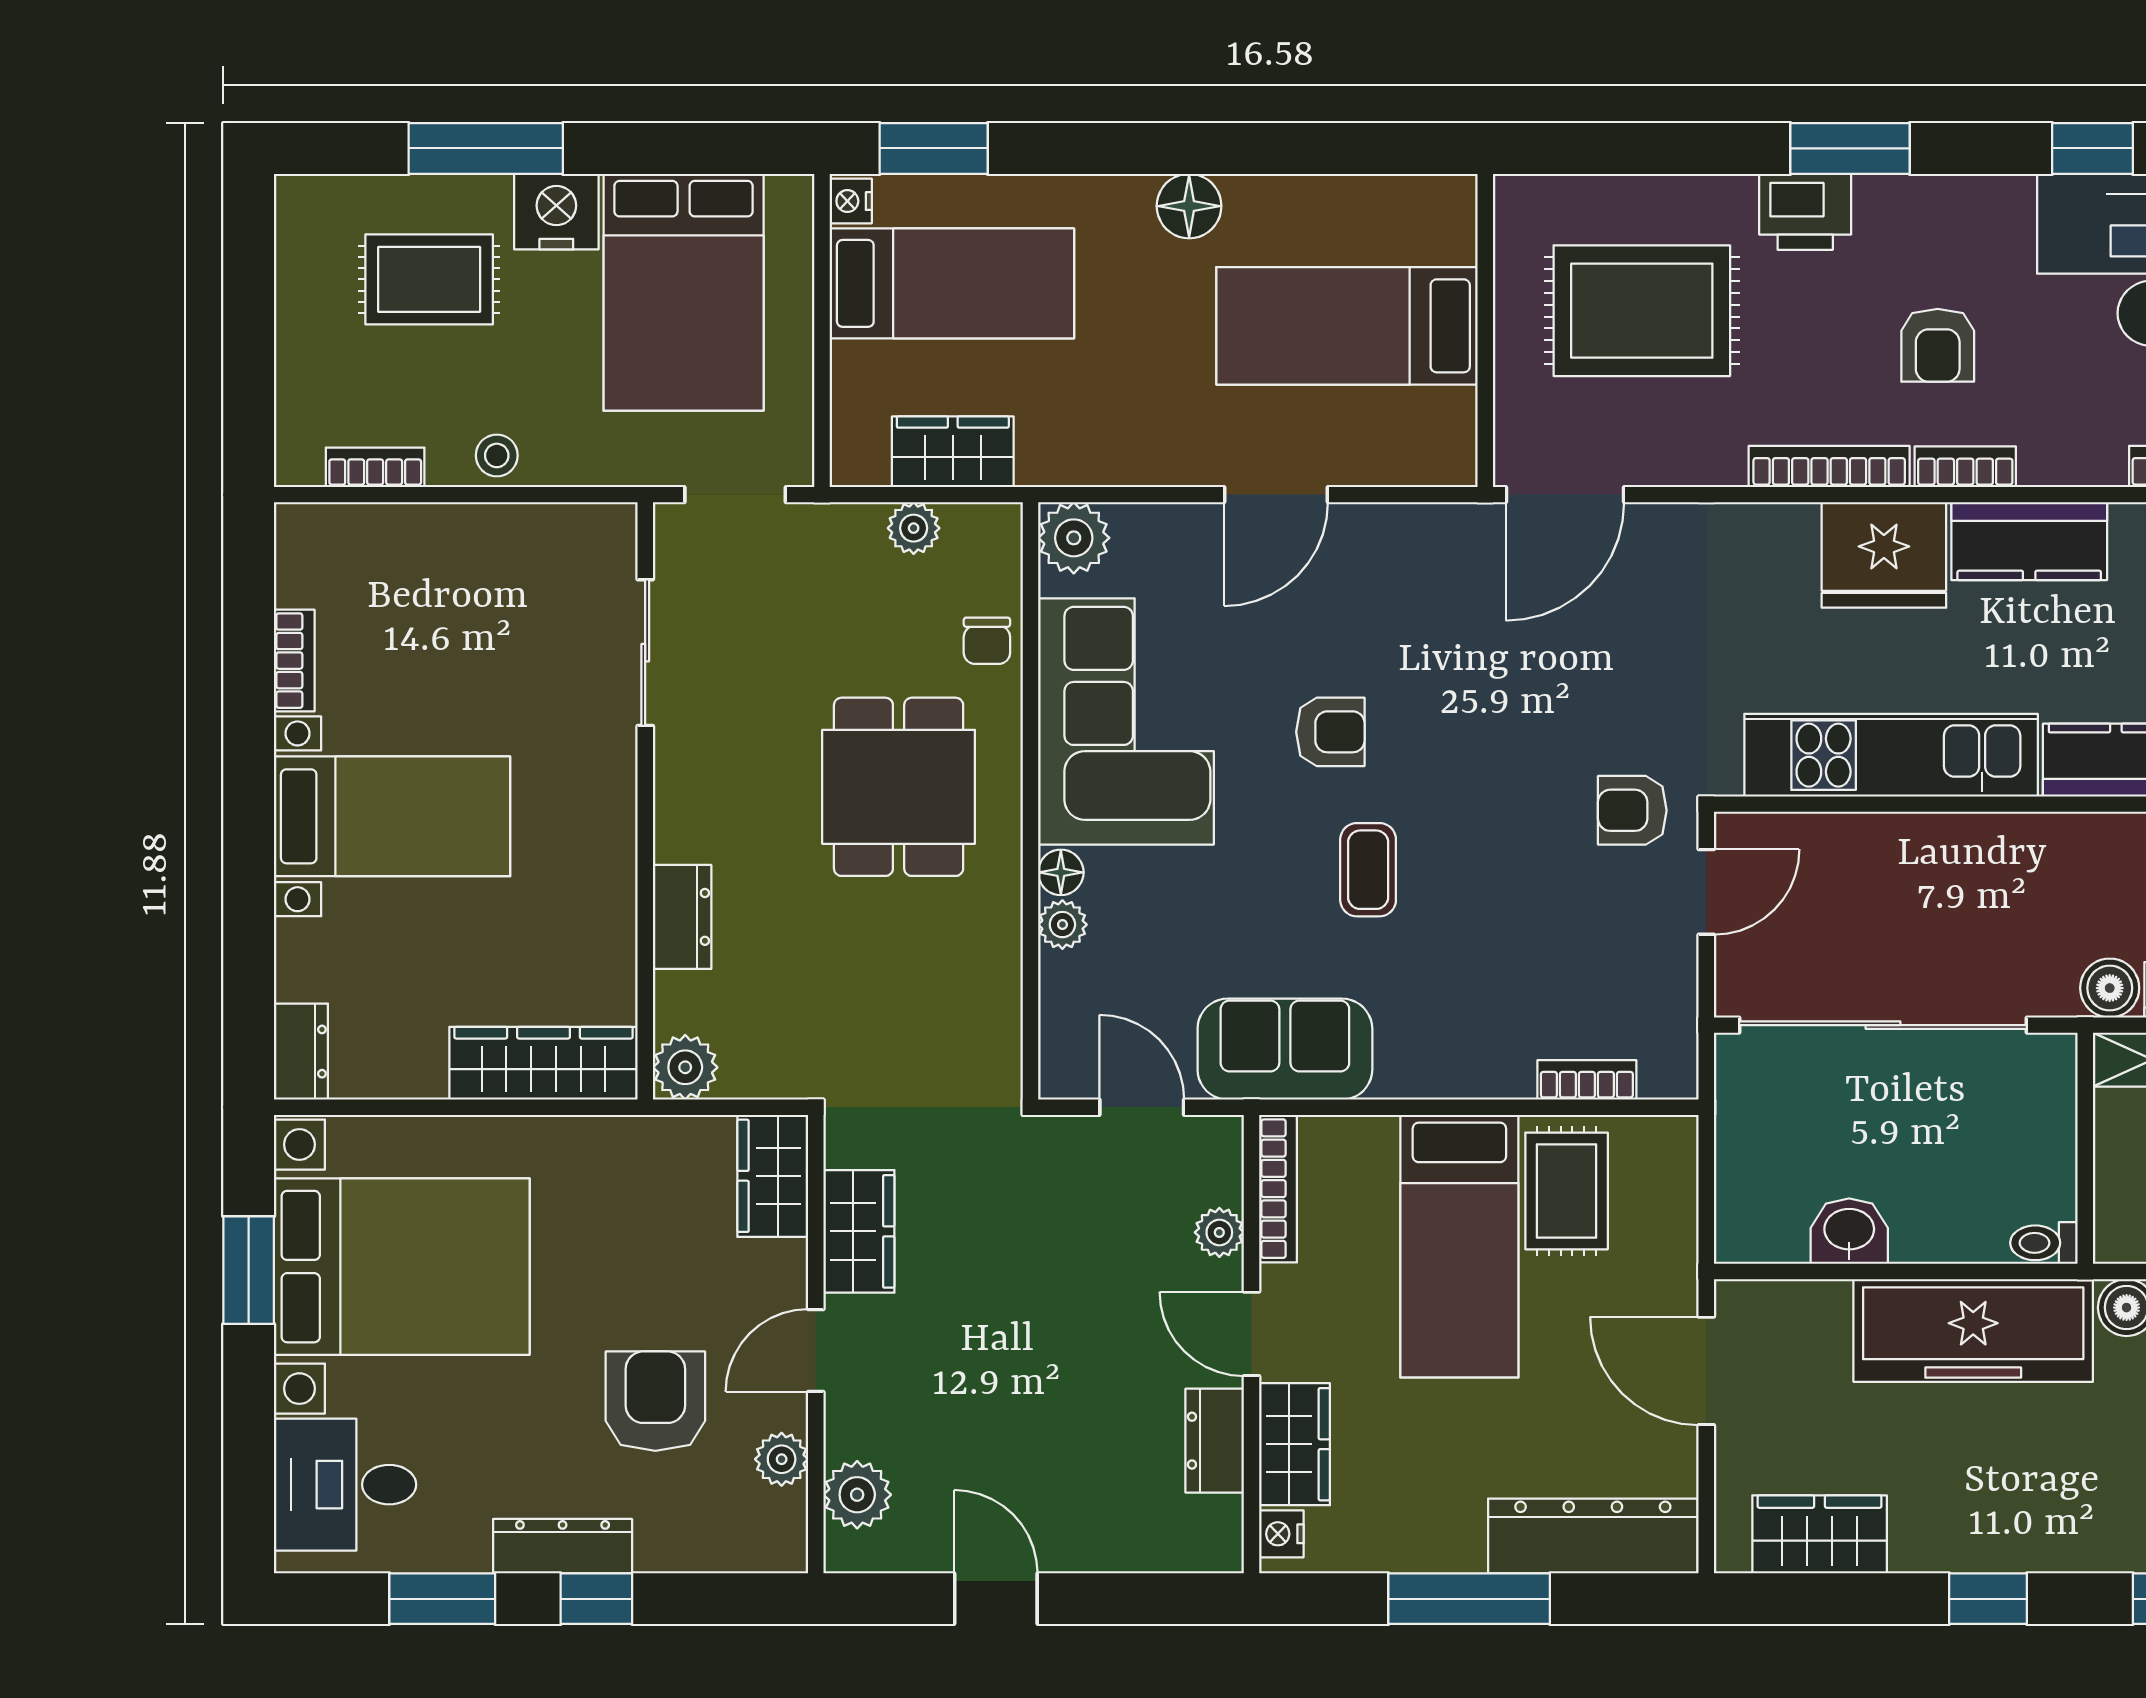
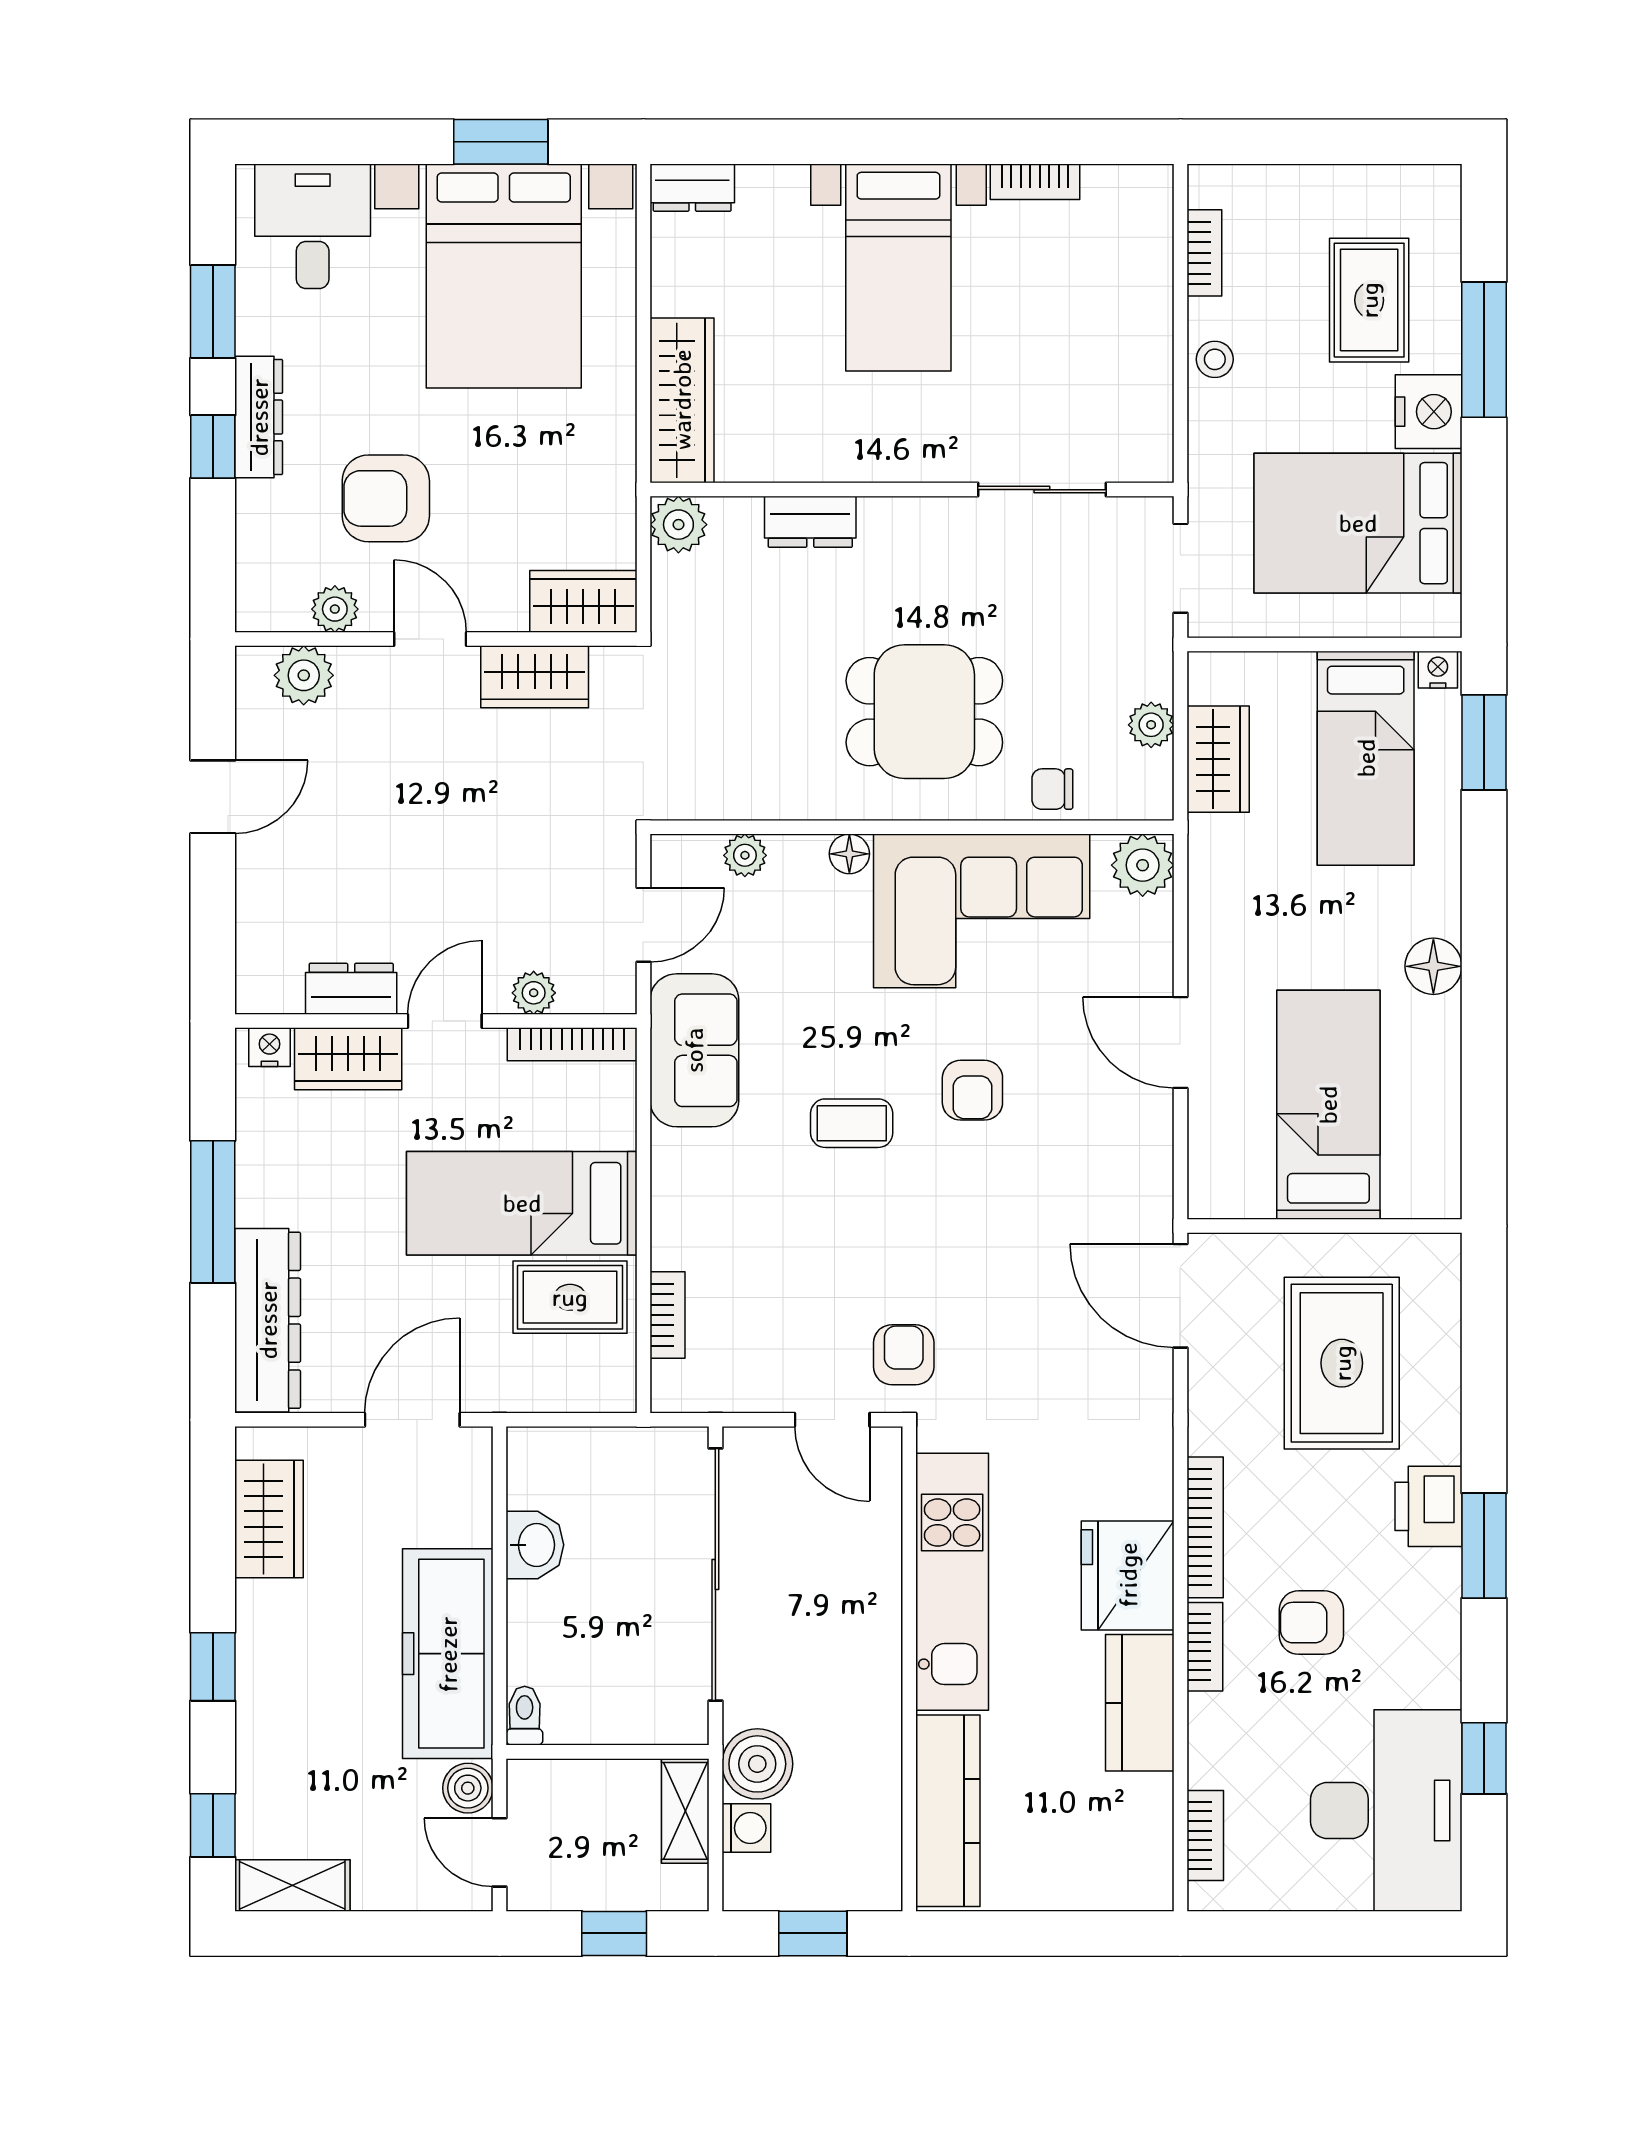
plant: (1062, 925) -> (745, 855), moved
boiler: (2110, 988) -> (757, 1764), width x1.36, depth x1.36
armchair: (655, 1401) -> (386, 498), turned 180

